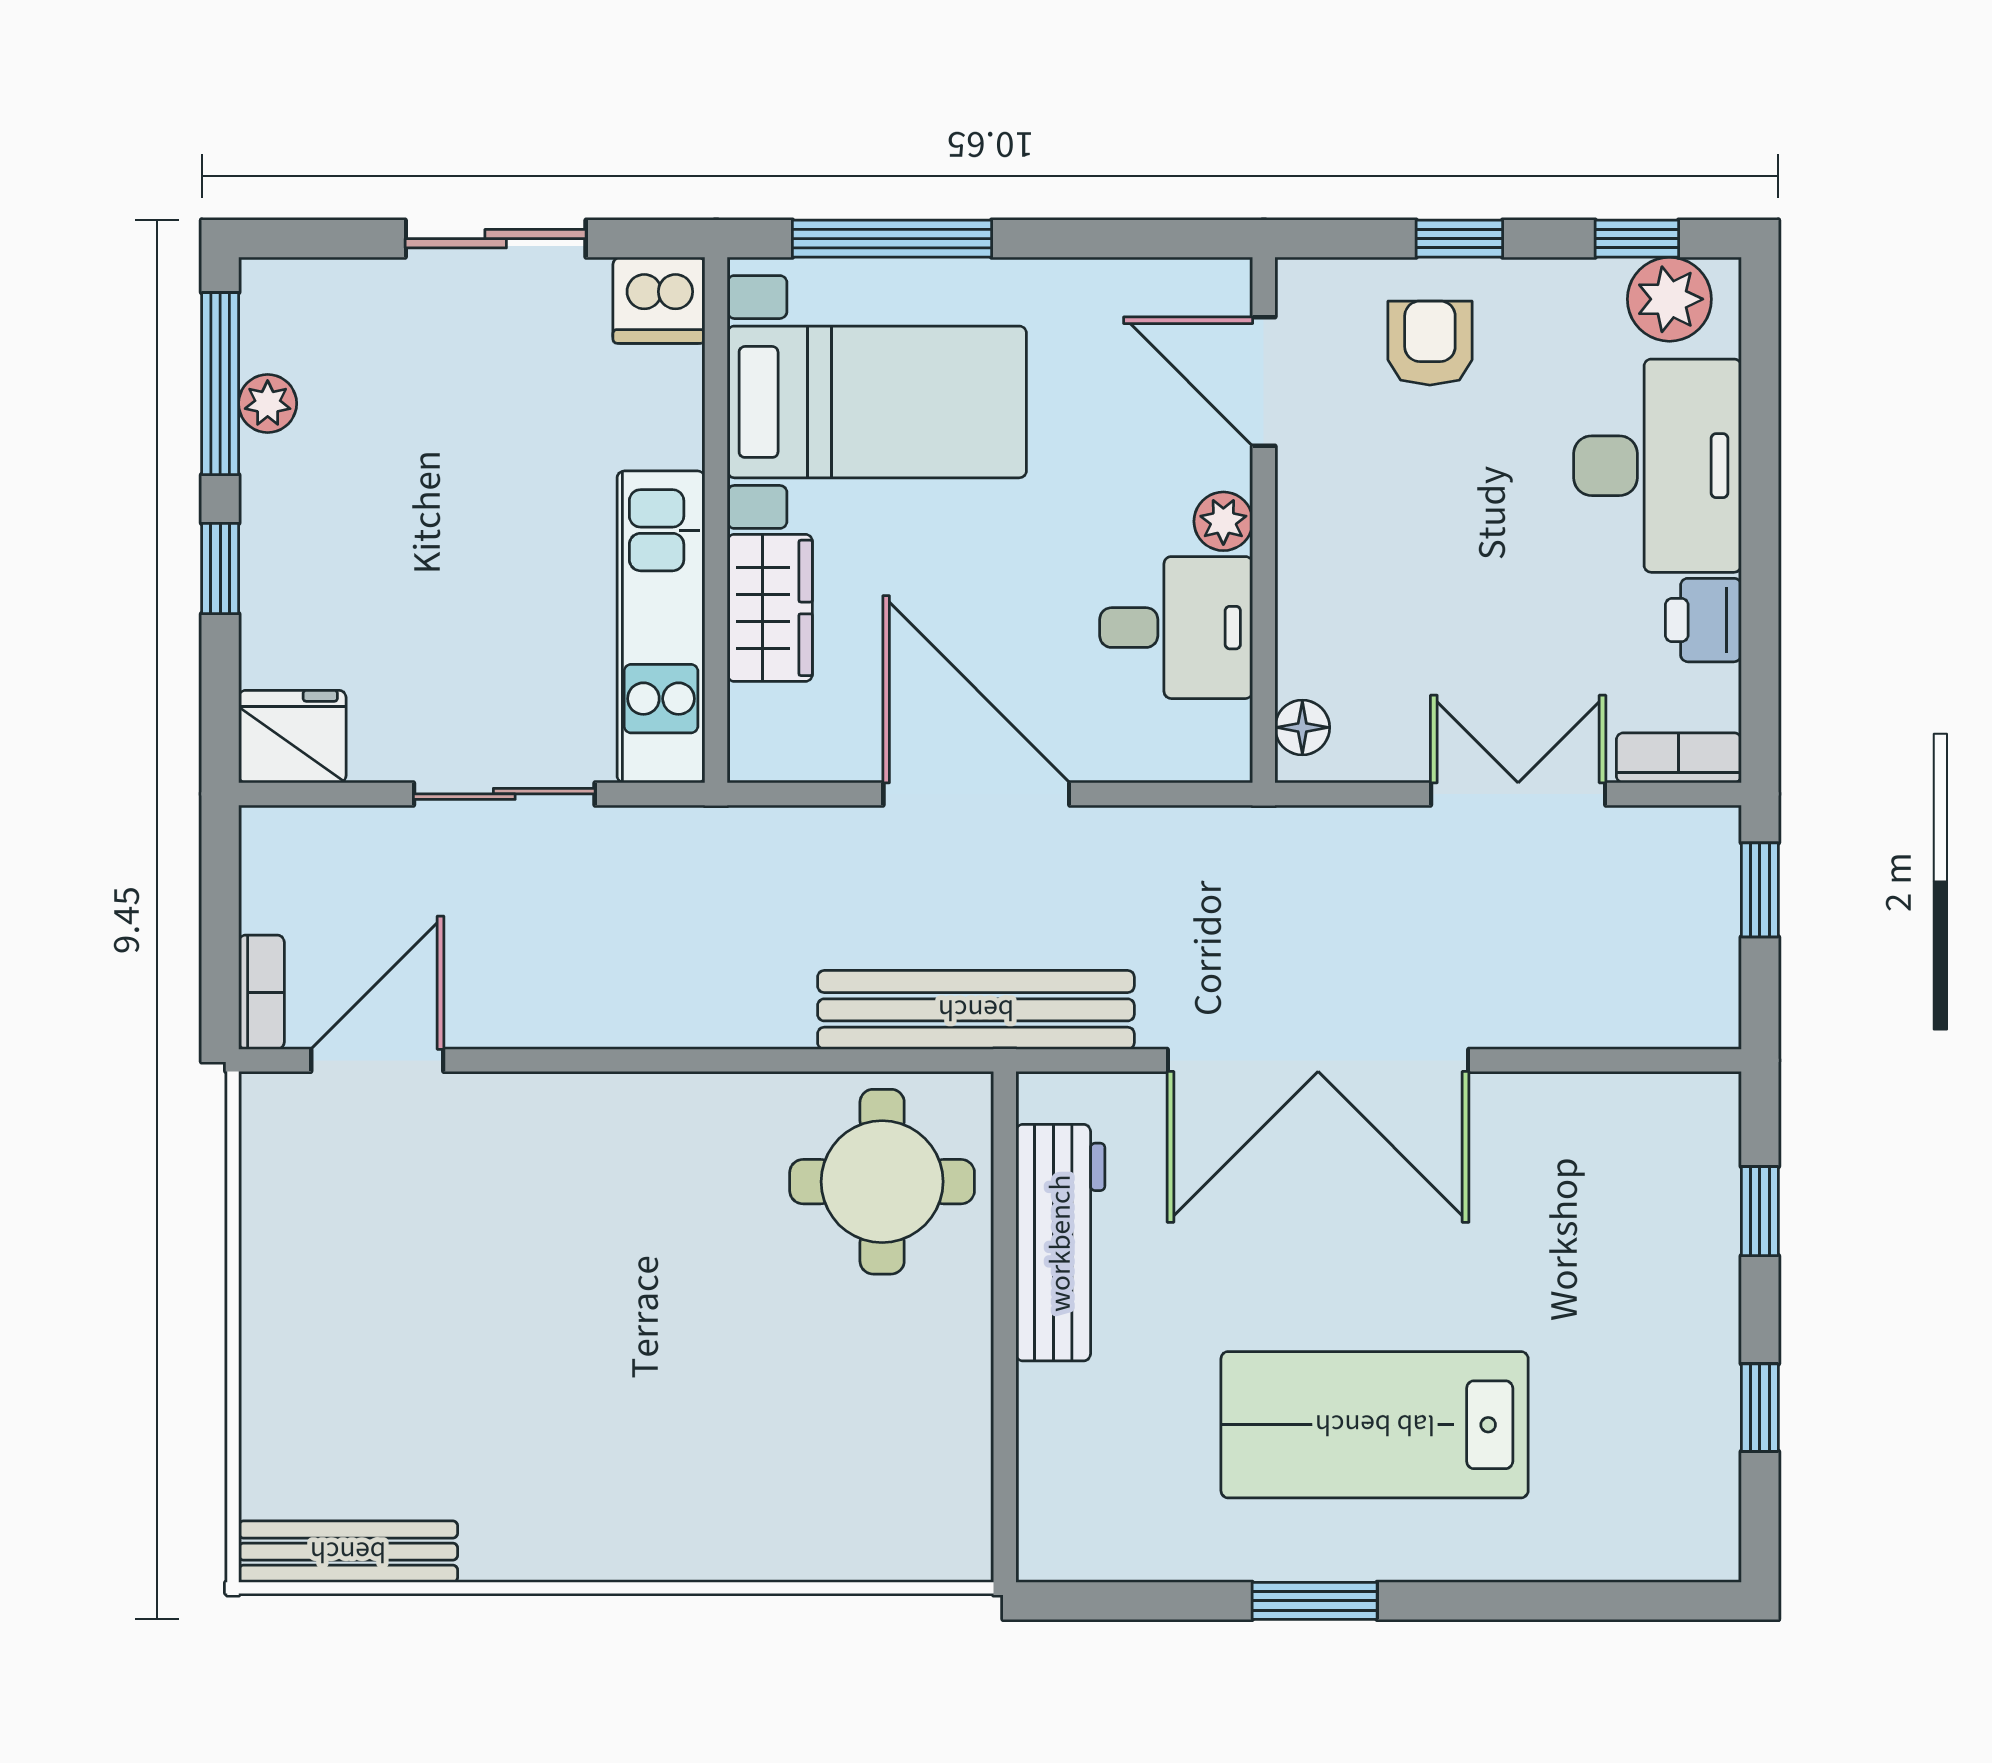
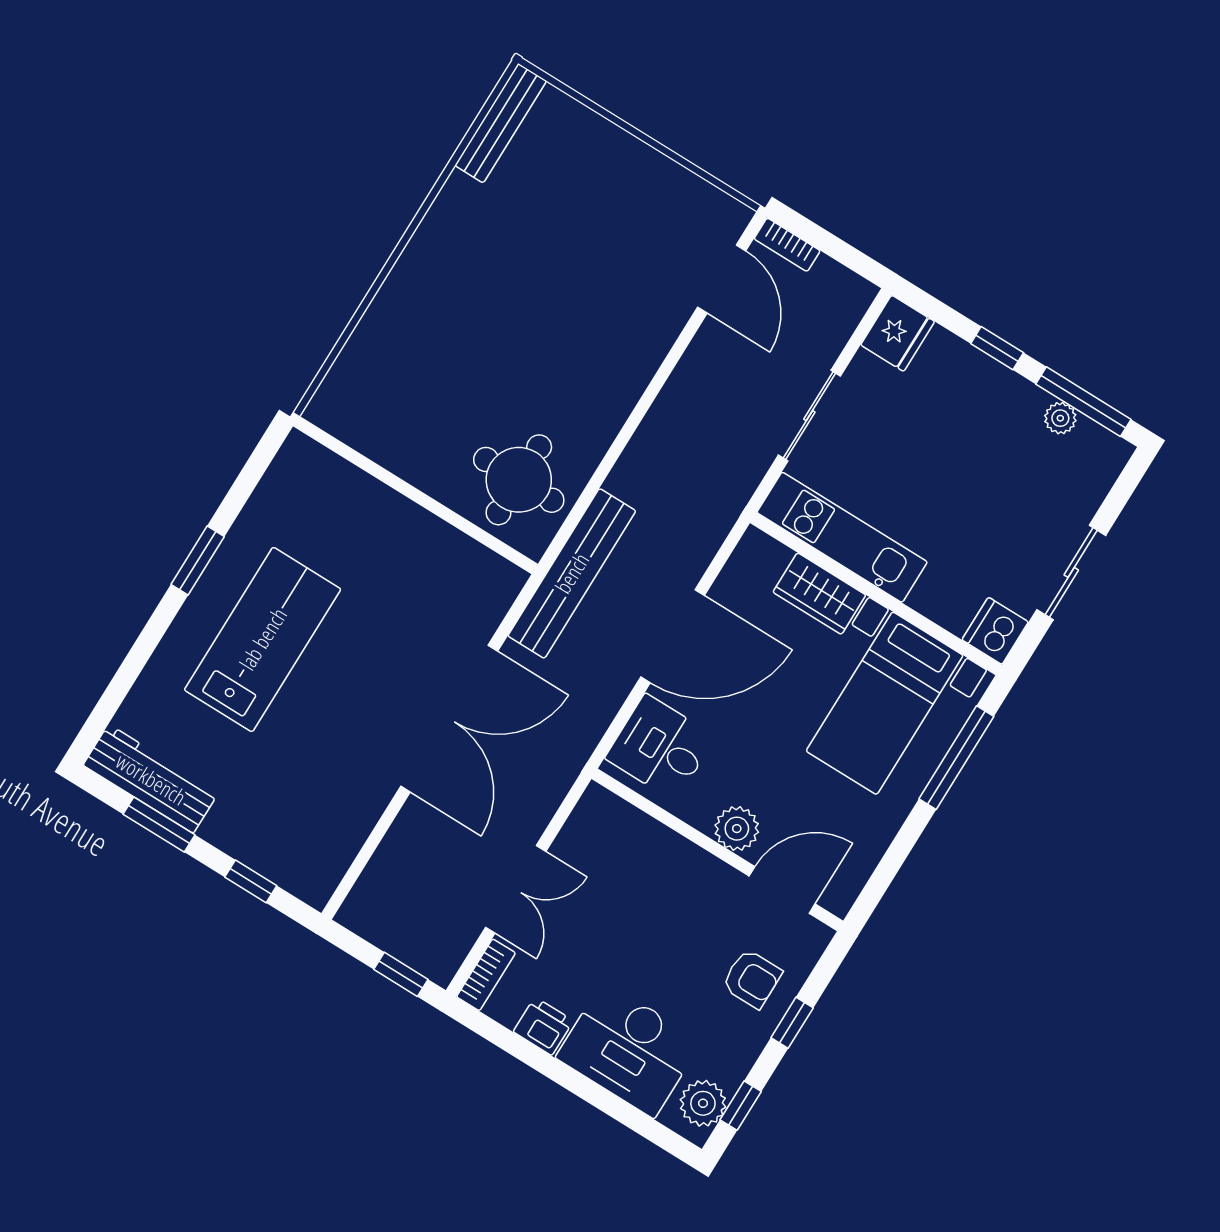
plant: (1223, 521) -> (737, 829), width x1.38, depth x1.38
desk: (1176, 628) -> (660, 747), moved, turned 90
floor lamp: (1302, 727) -> (609, 808), removed
double door: (1318, 1060) -> (449, 719), swing flipped
workbench: (1060, 1243) -> (151, 779), moved, turned 180
window: (1760, 1408) -> (159, 824), width x1.50

